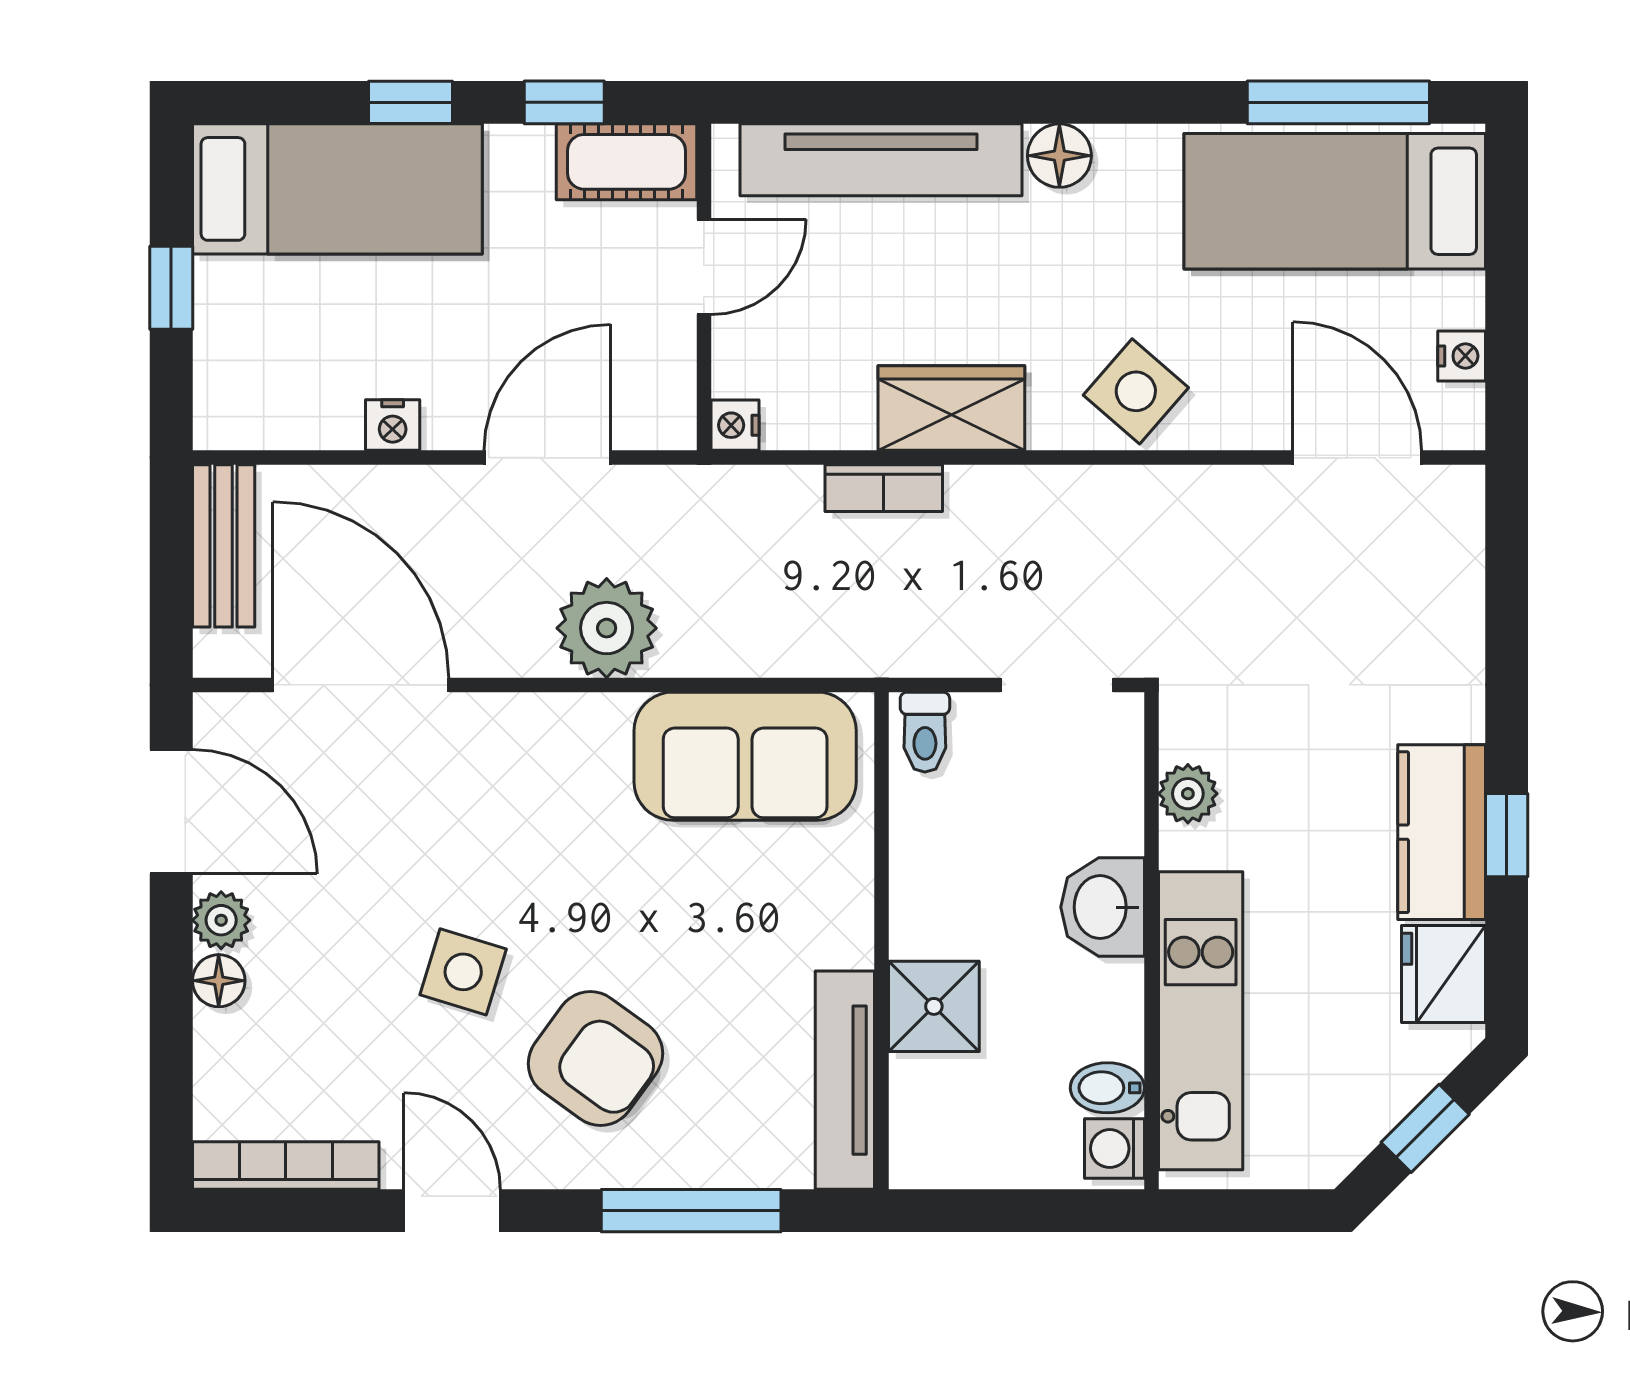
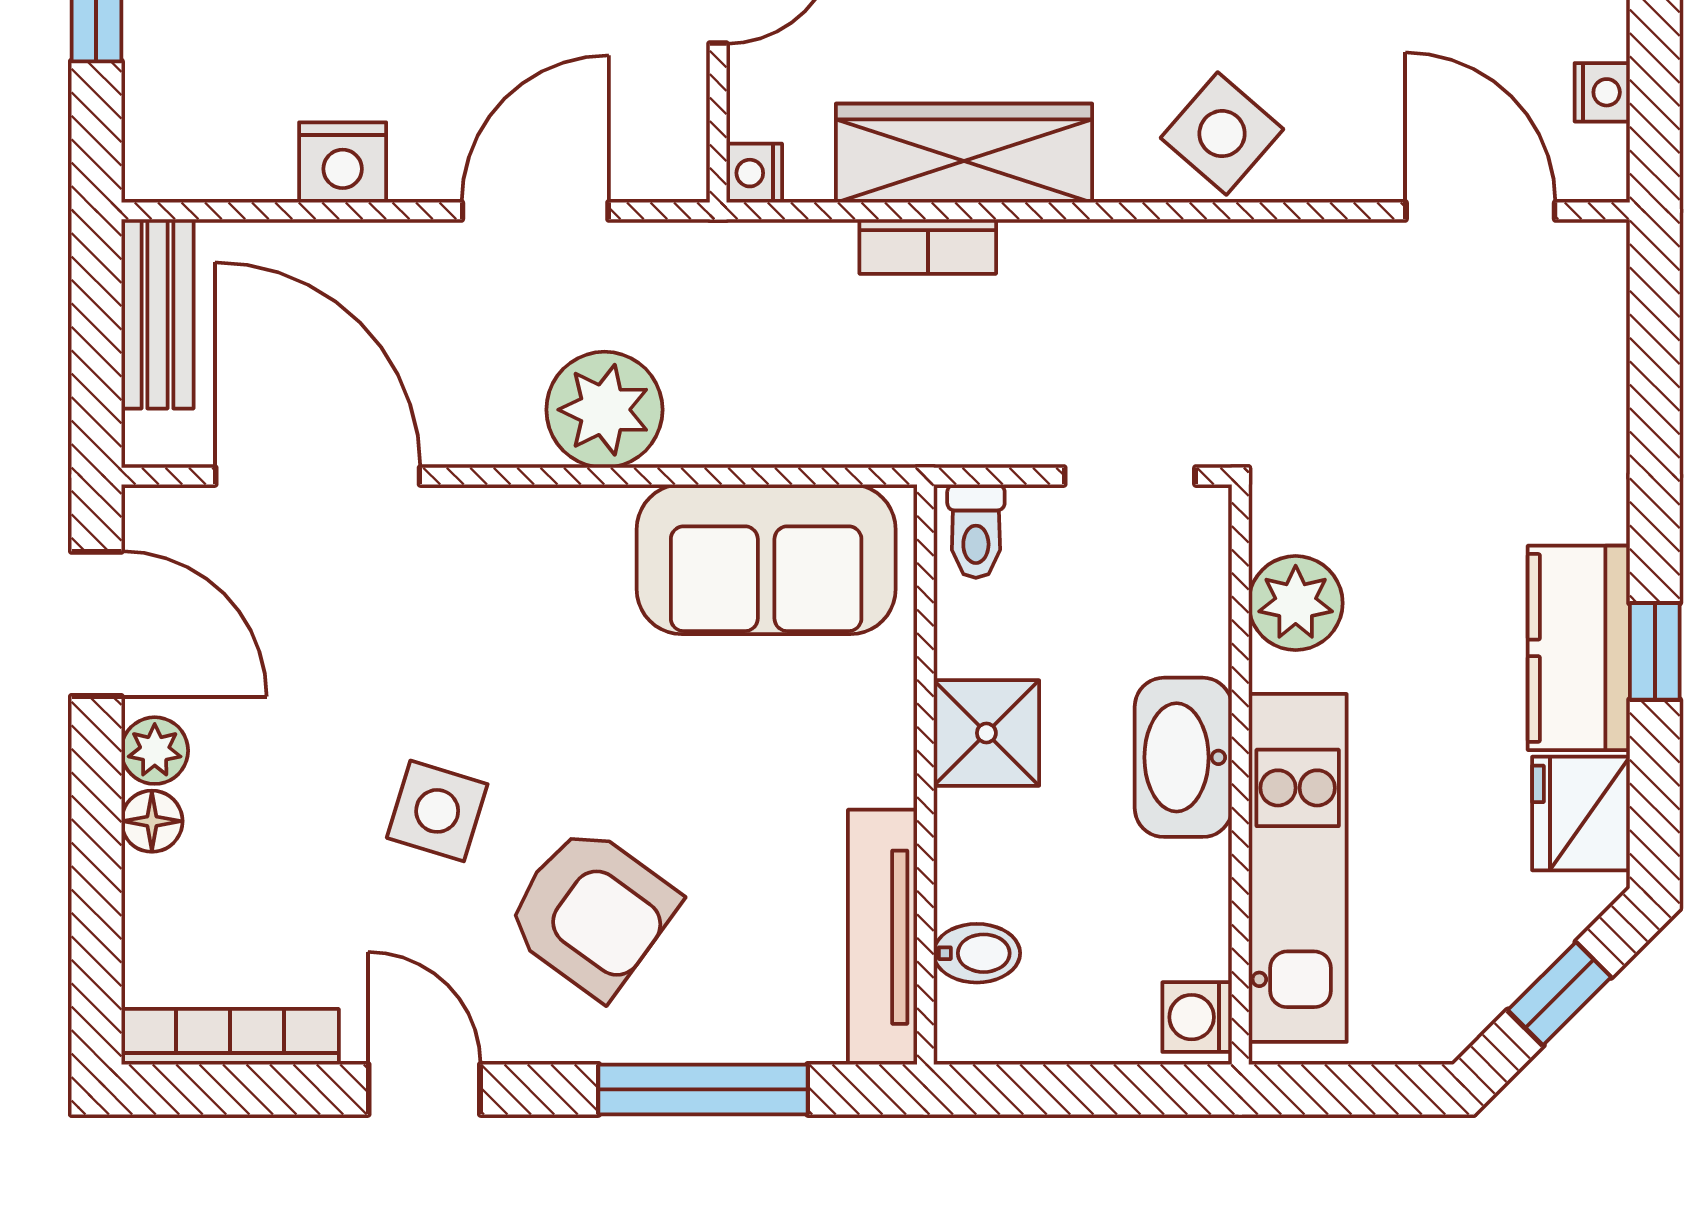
wardrobe: (951, 408) -> (964, 153), width x1.50
nightstand: (393, 425) -> (343, 162), width x1.39, depth x1.35
plant: (1188, 794) -> (1296, 603), width x1.38, depth x1.38
washbasin: (1103, 907) -> (1183, 757), width x1.38
shower: (934, 1006) -> (986, 733), moved
bidet: (1107, 1088) -> (977, 953), moved, turned 180

